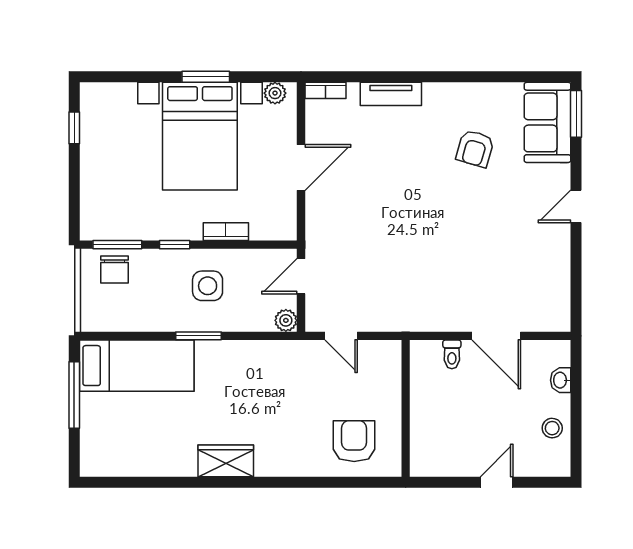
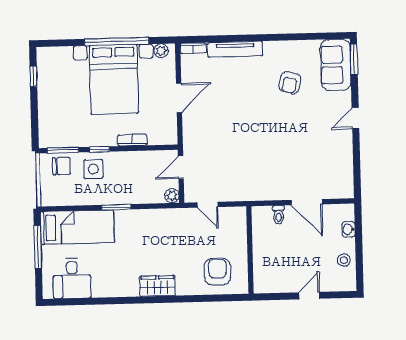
window: (206, 77) -> (117, 41), width x2.11
tv unit: (391, 94) -> (235, 49), width x1.41
chair: (115, 269) -> (62, 166), turned -91
side table: (208, 286) -> (93, 169), moved
desk: (126, 446) -> (72, 278), added
wardrobe: (226, 461) -> (157, 286), moved

